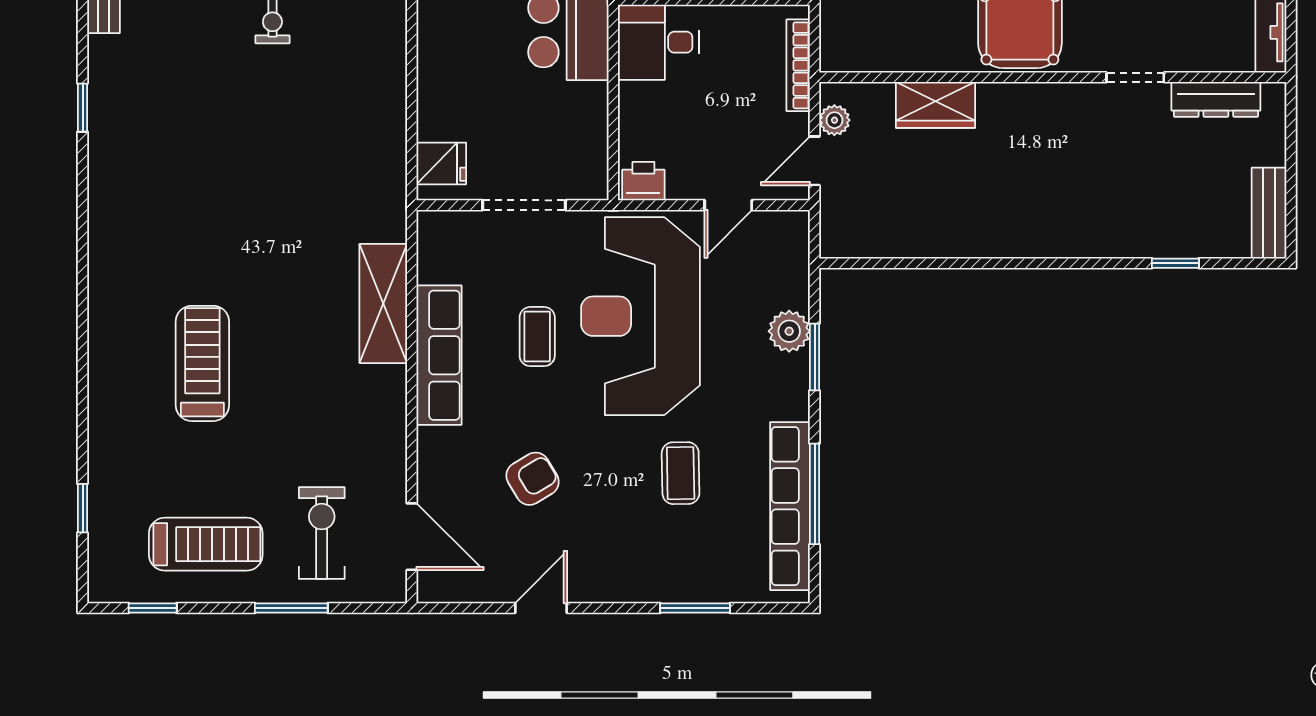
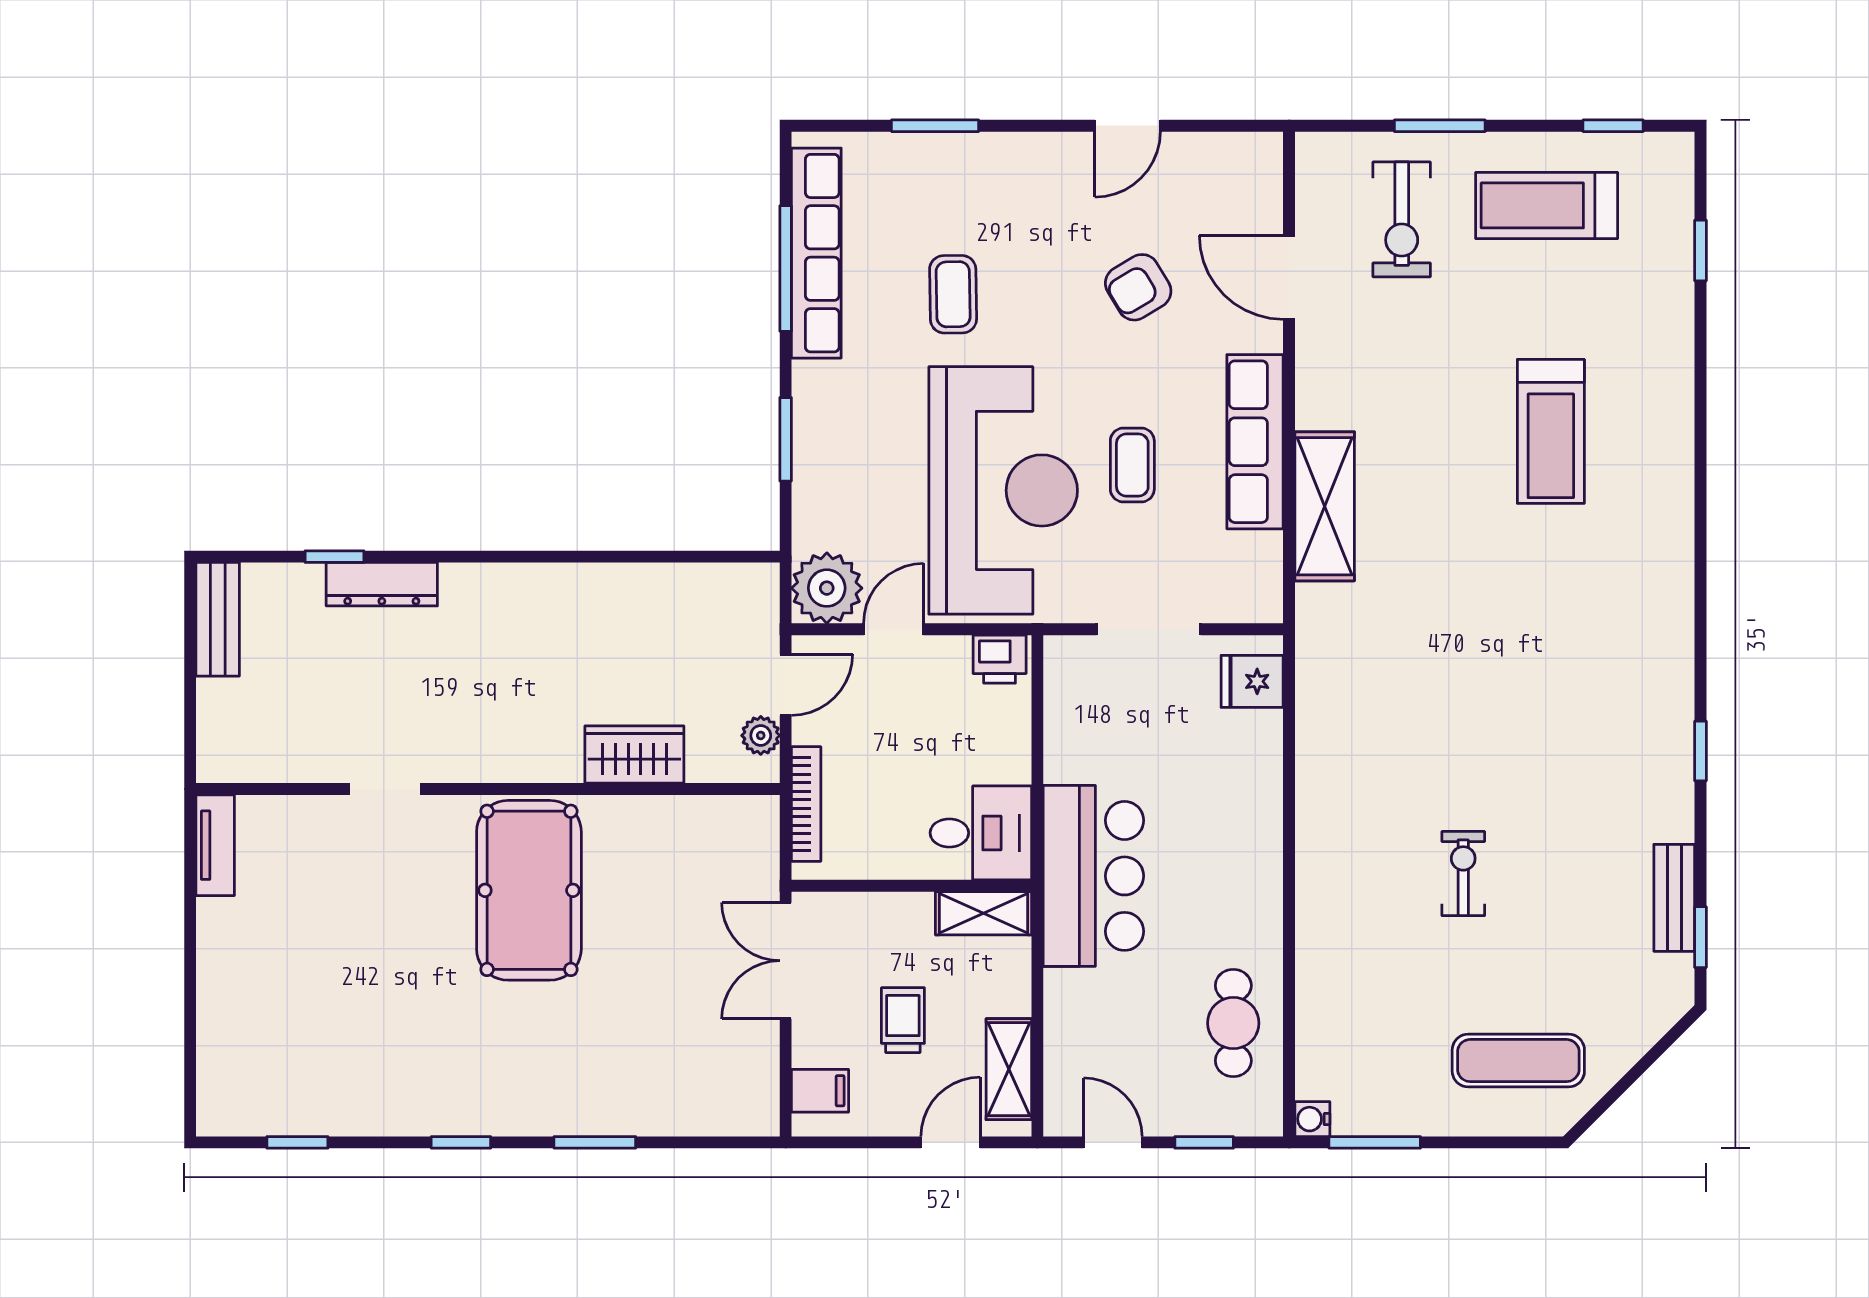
dresser: (1216, 99) -> (382, 584), moved, turned 180
plant: (789, 331) -> (827, 588), moved, width x1.36, depth x1.36
door: (412, 537) -> (1289, 277), moved

